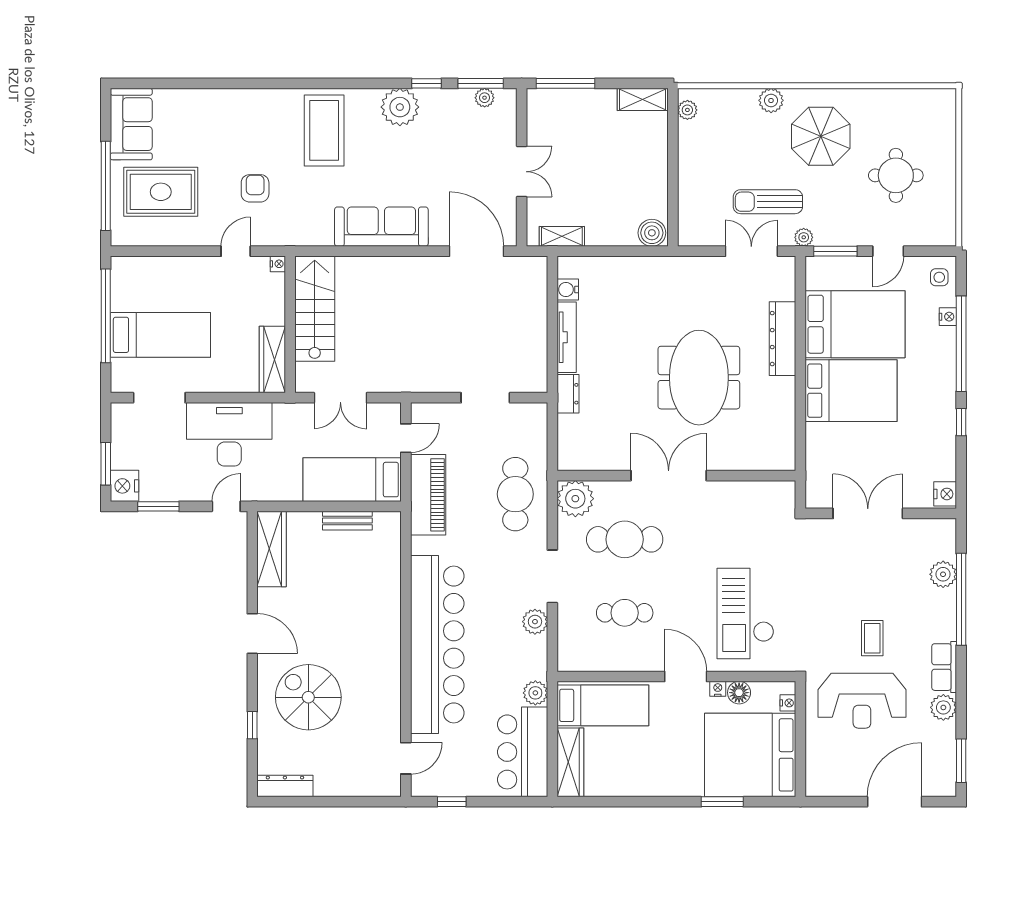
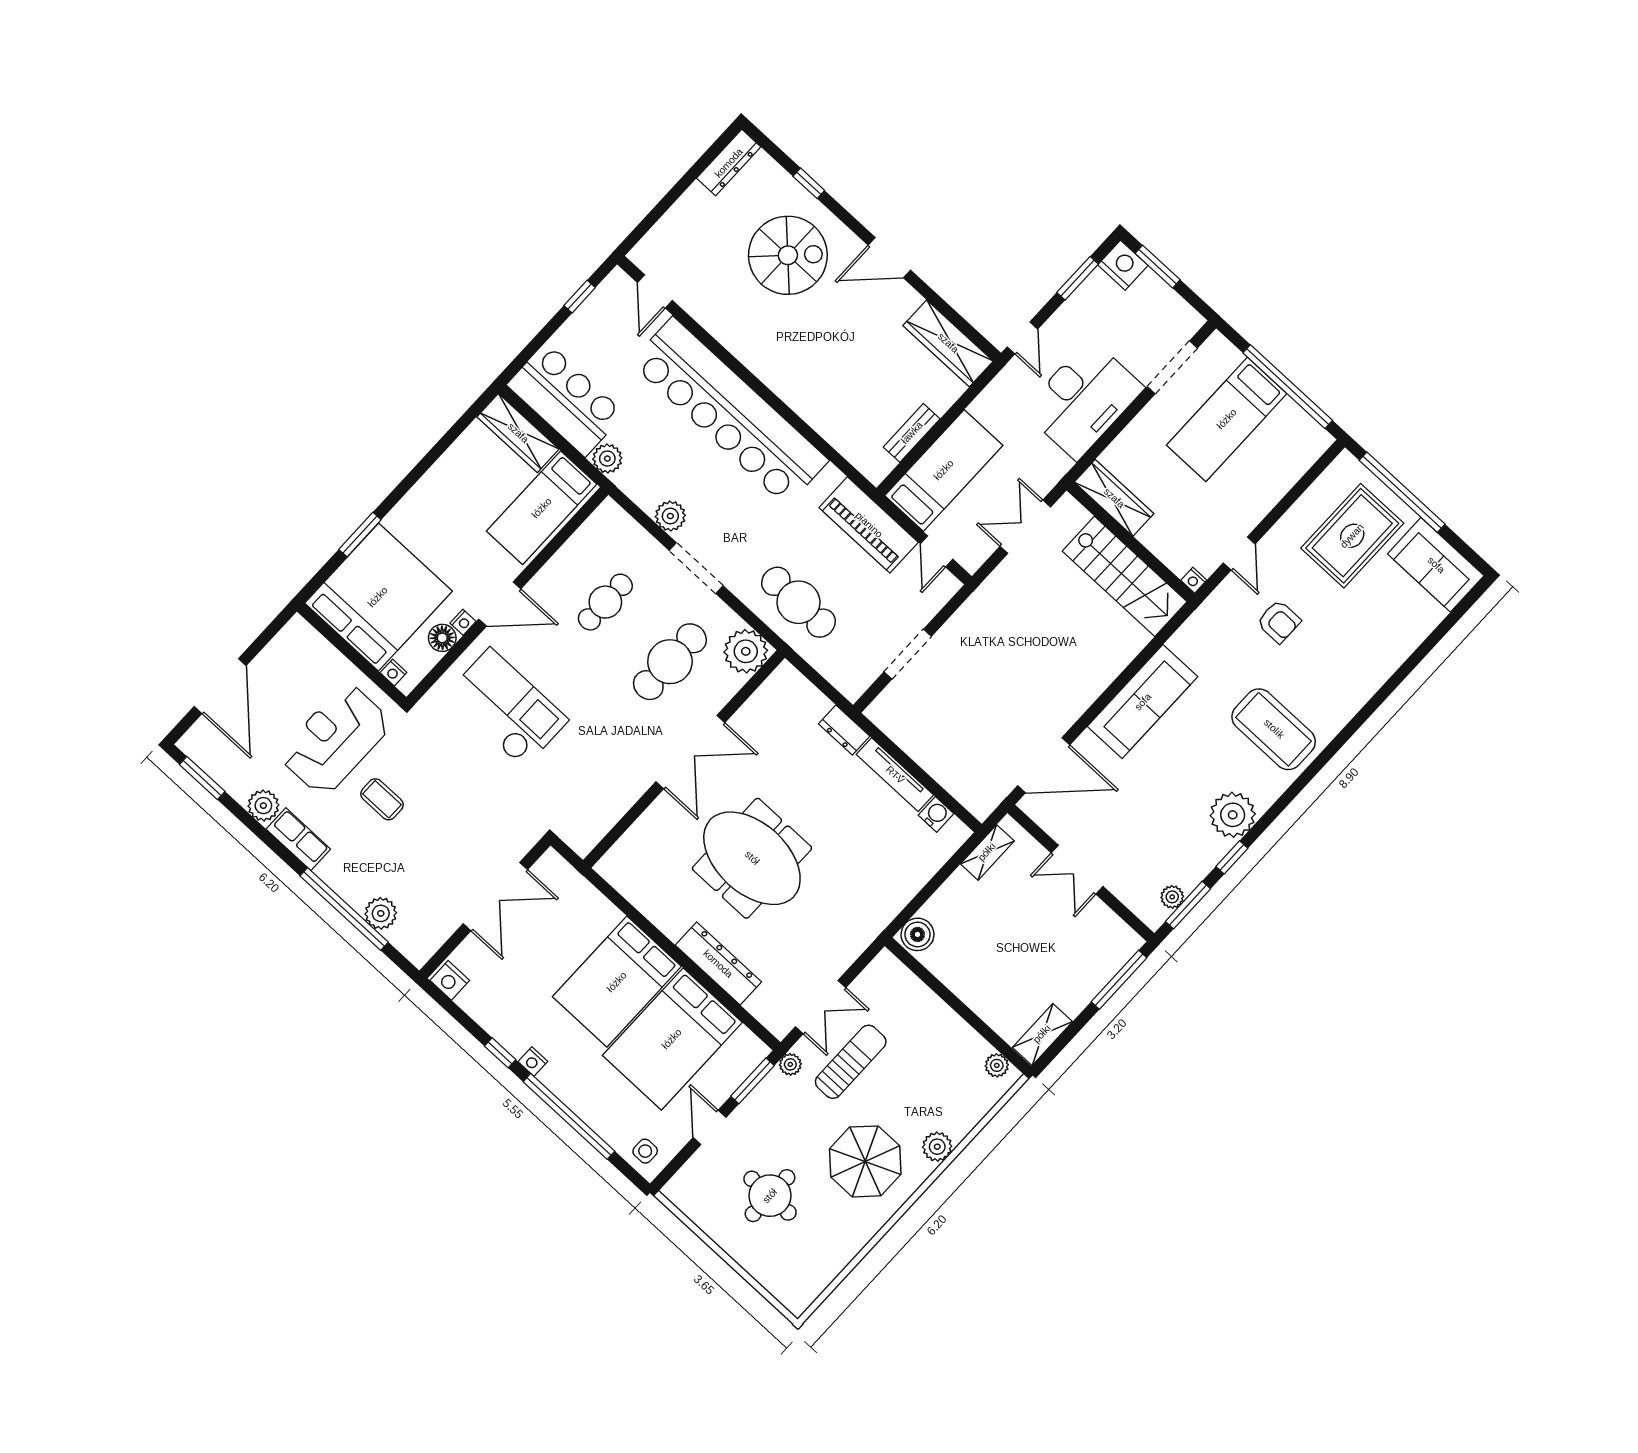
nightstand: (948, 317) -> (533, 1062), moved

